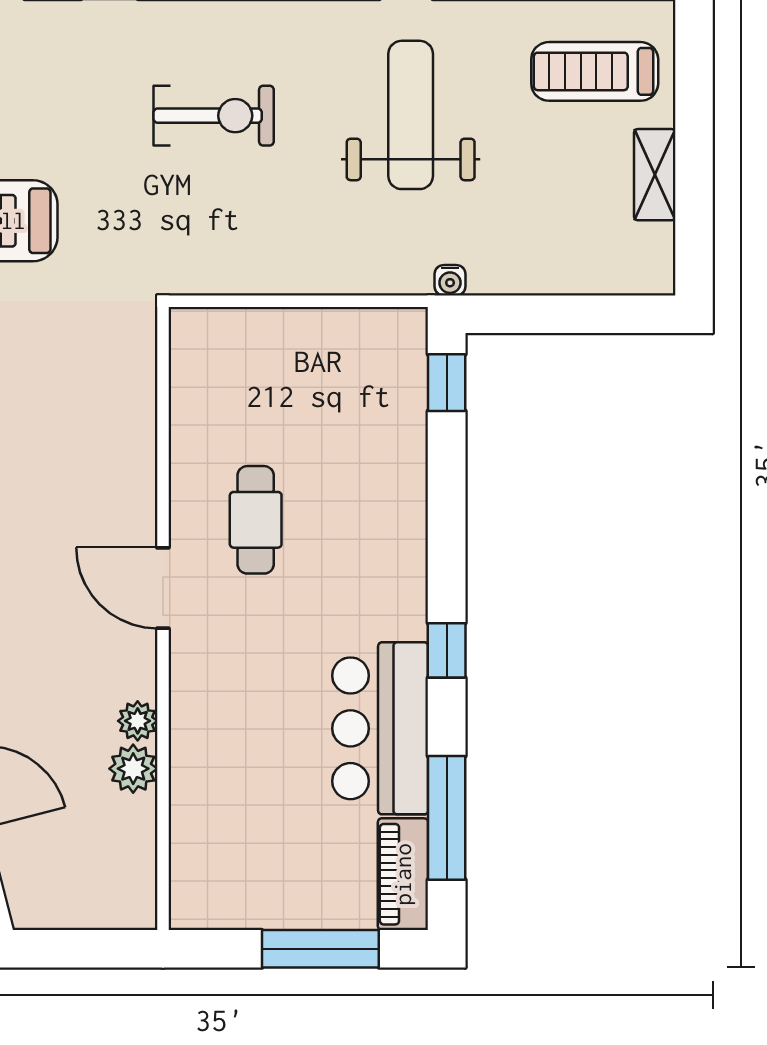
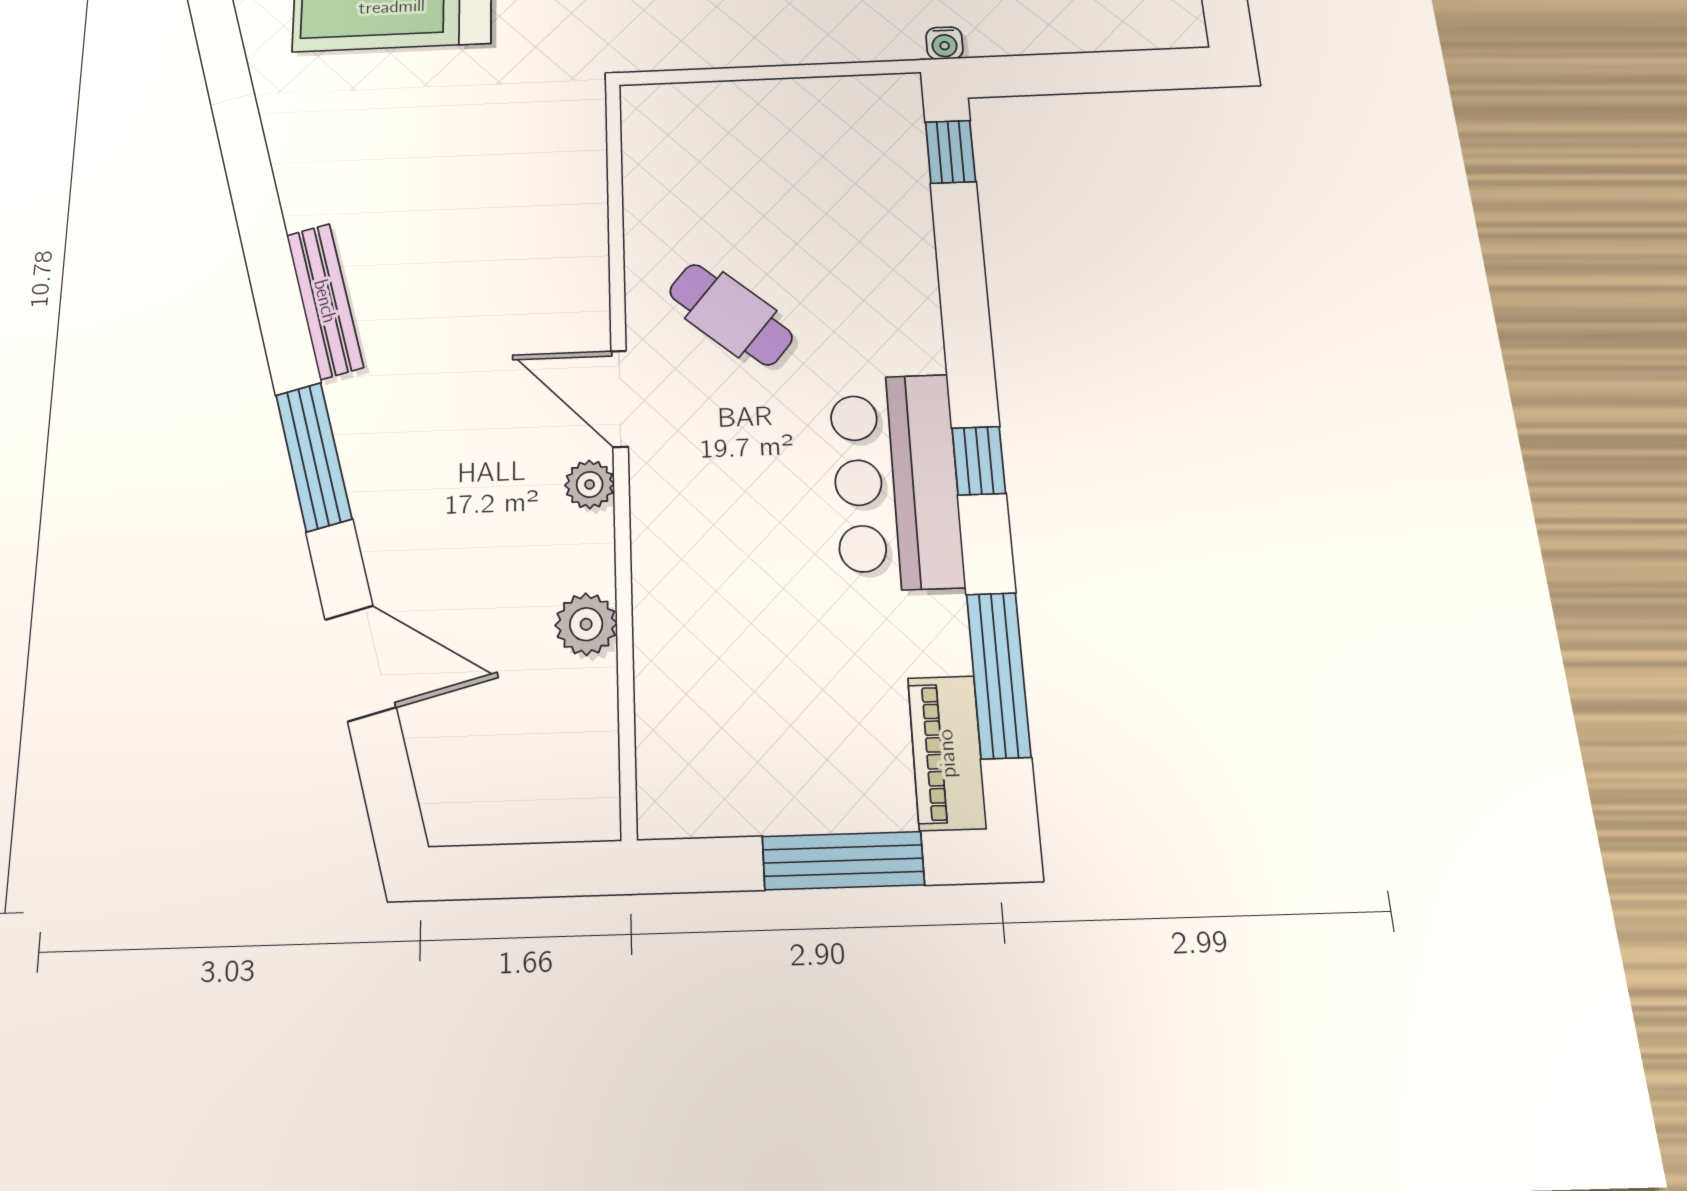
cafe table: (256, 520) -> (731, 314), turned -50
plant: (138, 721) -> (590, 484), moved
bar counter: (380, 728) -> (896, 481), moved

